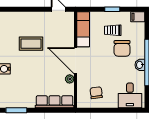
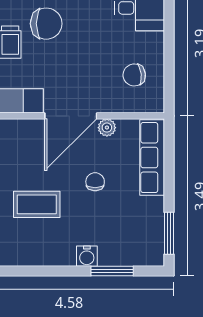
coffee table: (31, 44) -> (37, 204), turned 90
chair: (42, 73) -> (95, 182), added

